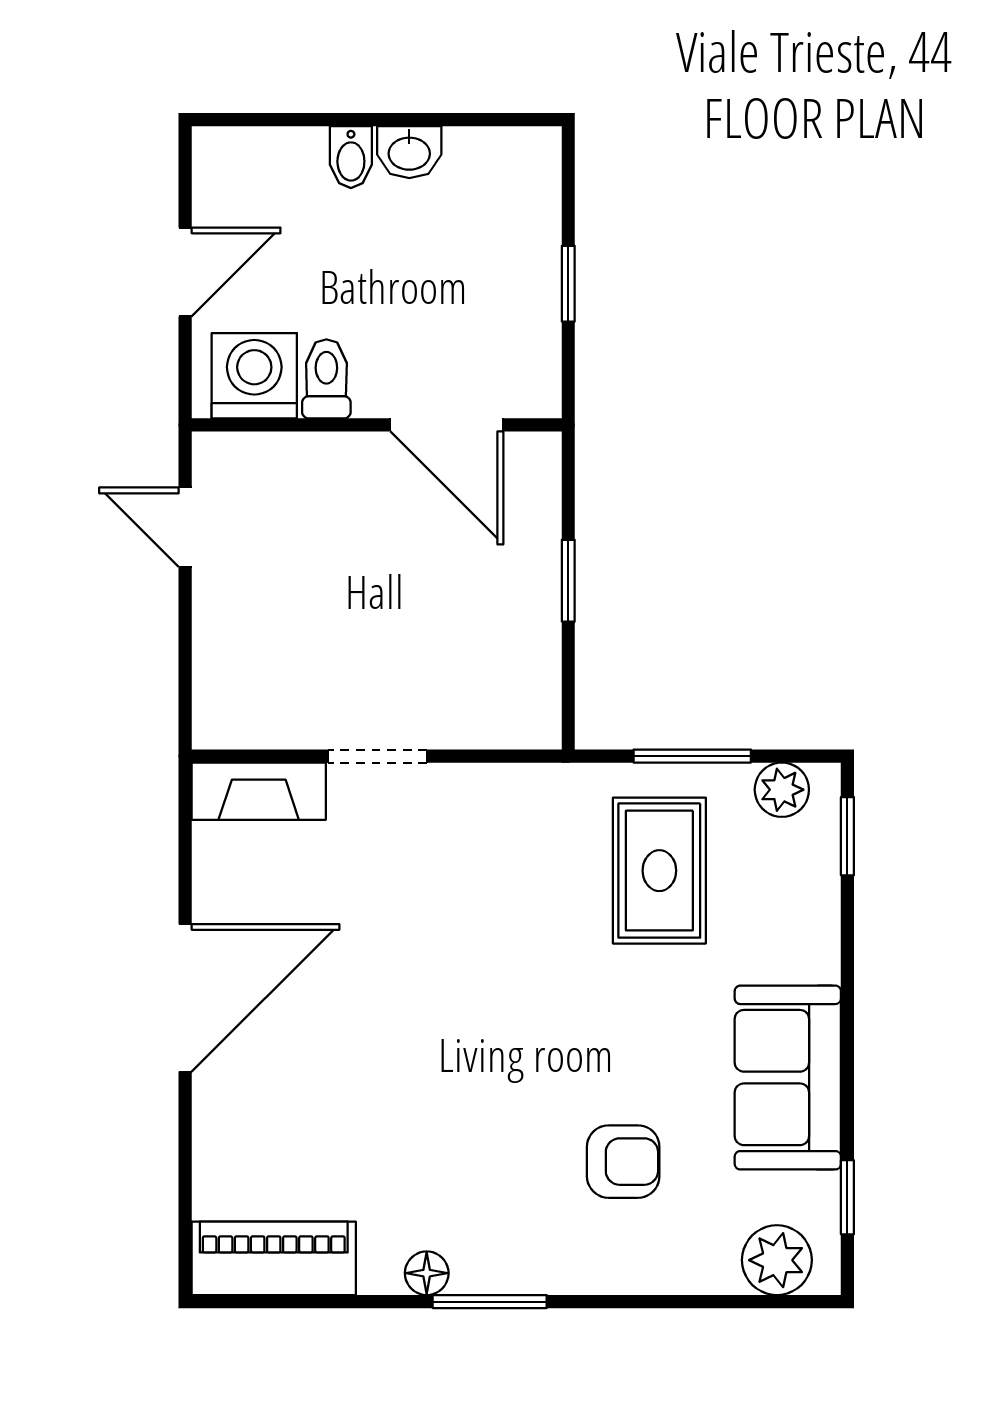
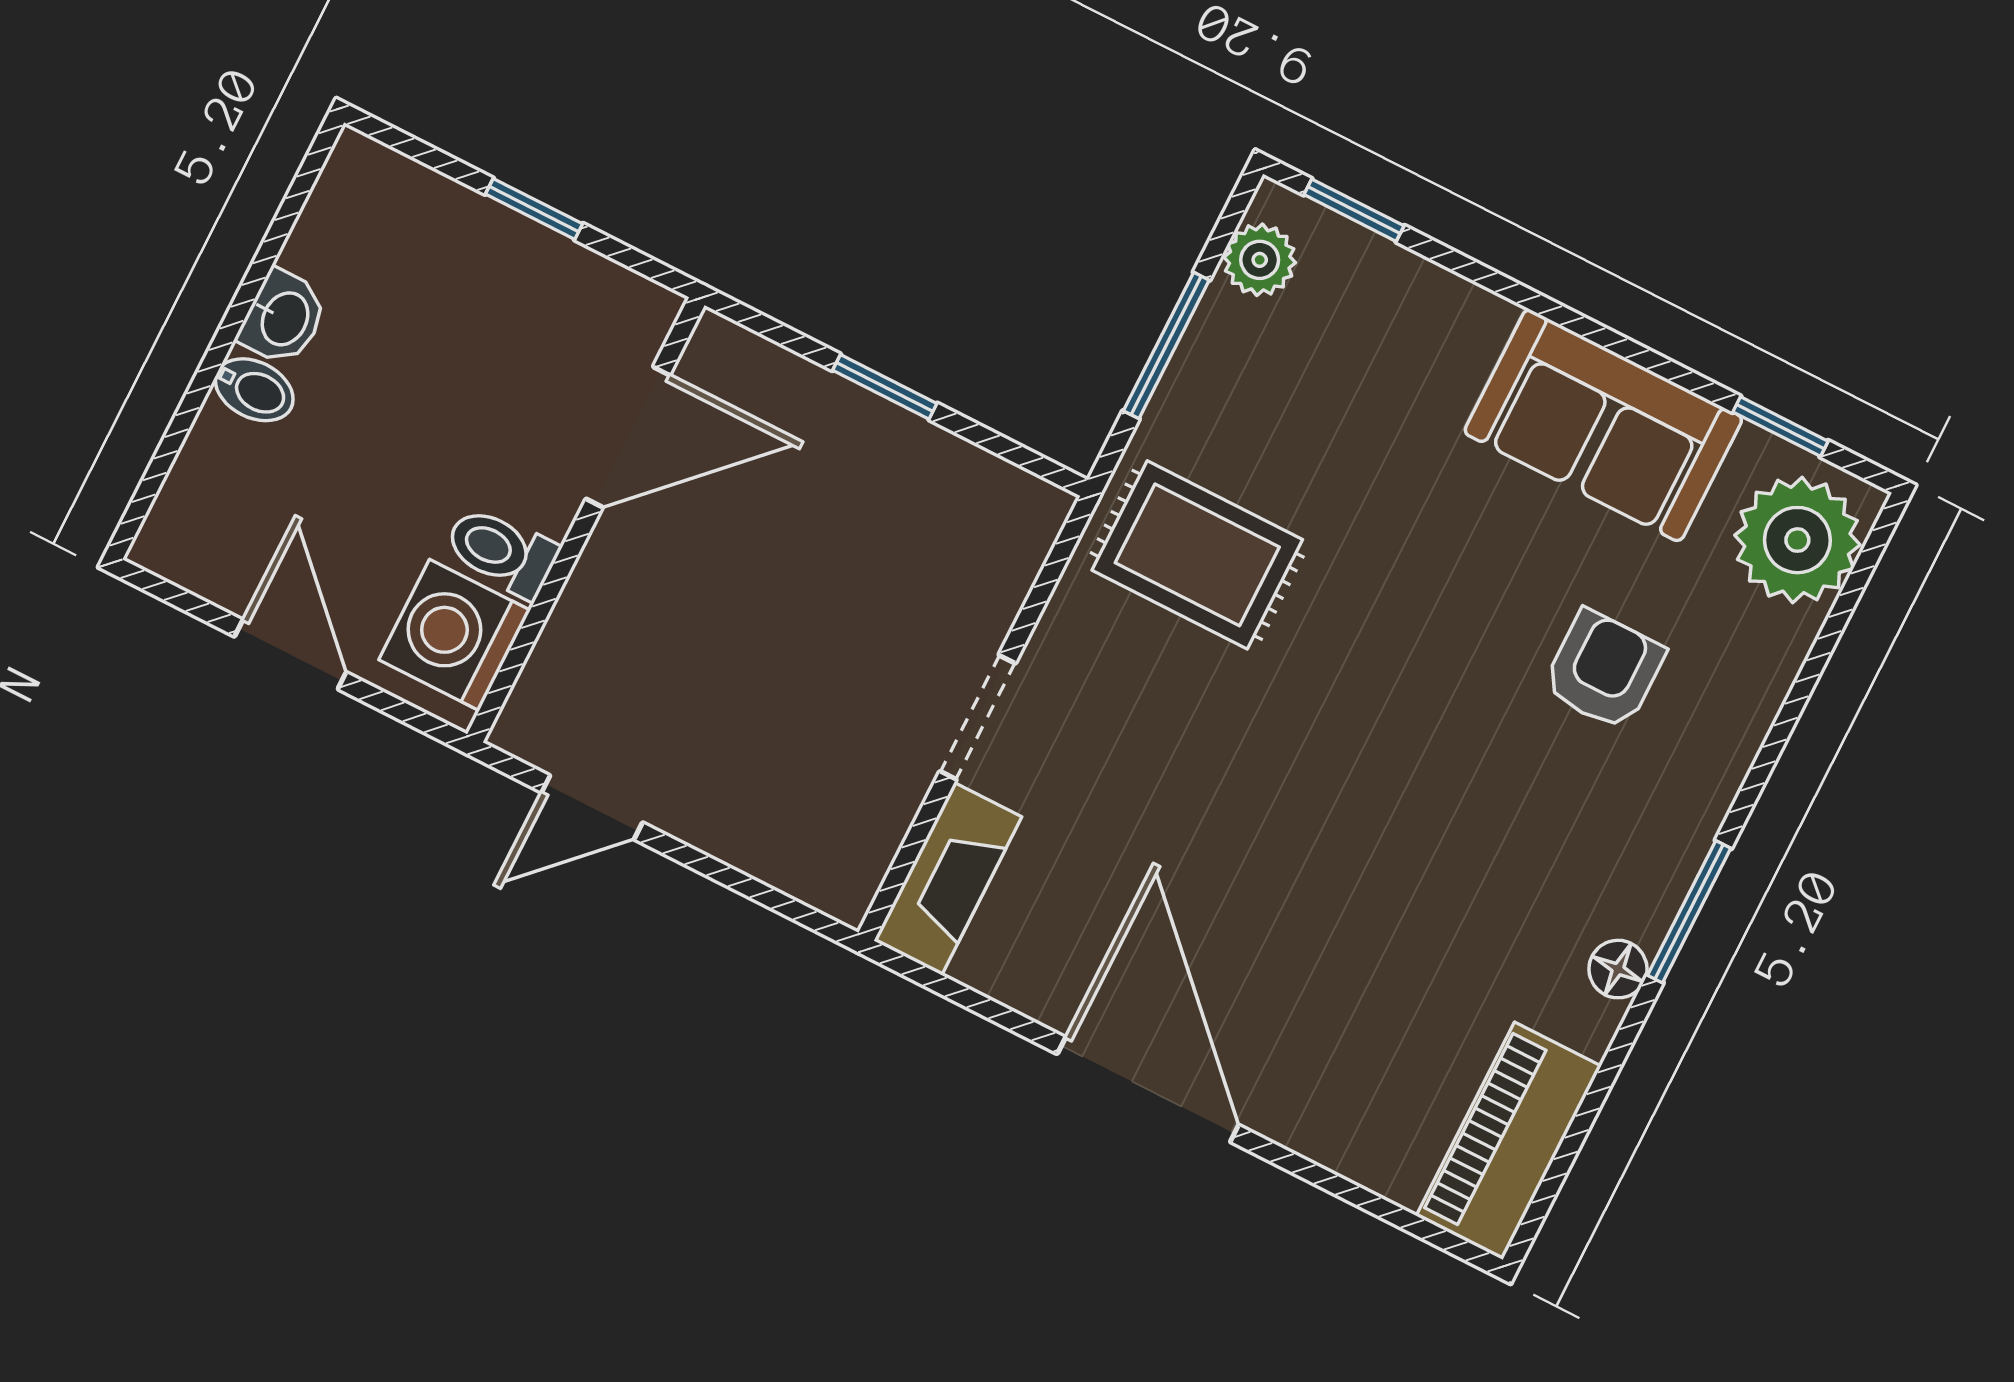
rug: (659, 871) -> (1197, 555), moved
plant: (777, 1260) -> (1797, 540), width x1.36, depth x1.36

